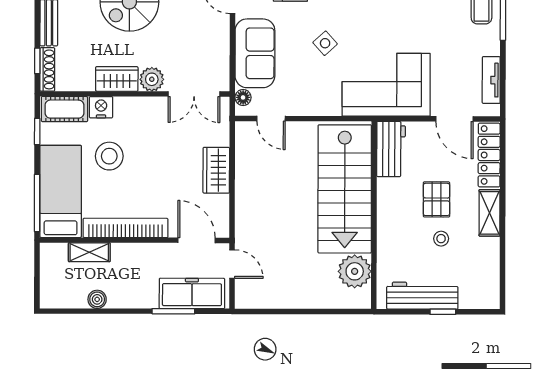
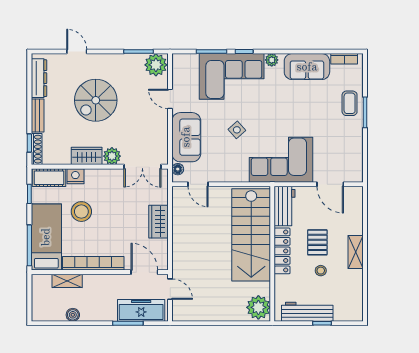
tv unit: (491, 80) -> (357, 156), removed
locker: (489, 155) -> (282, 251), moved, turned 180
plant: (355, 271) -> (258, 307), moved

